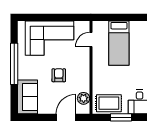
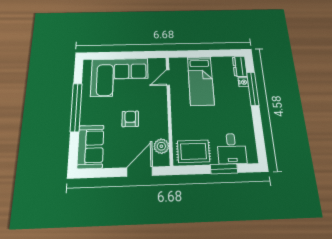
window: (121, 117) -> (224, 169), moved

